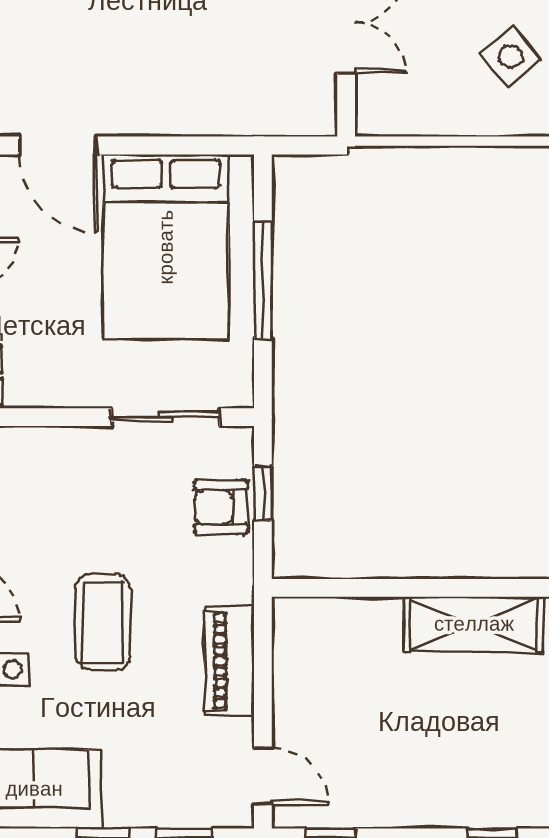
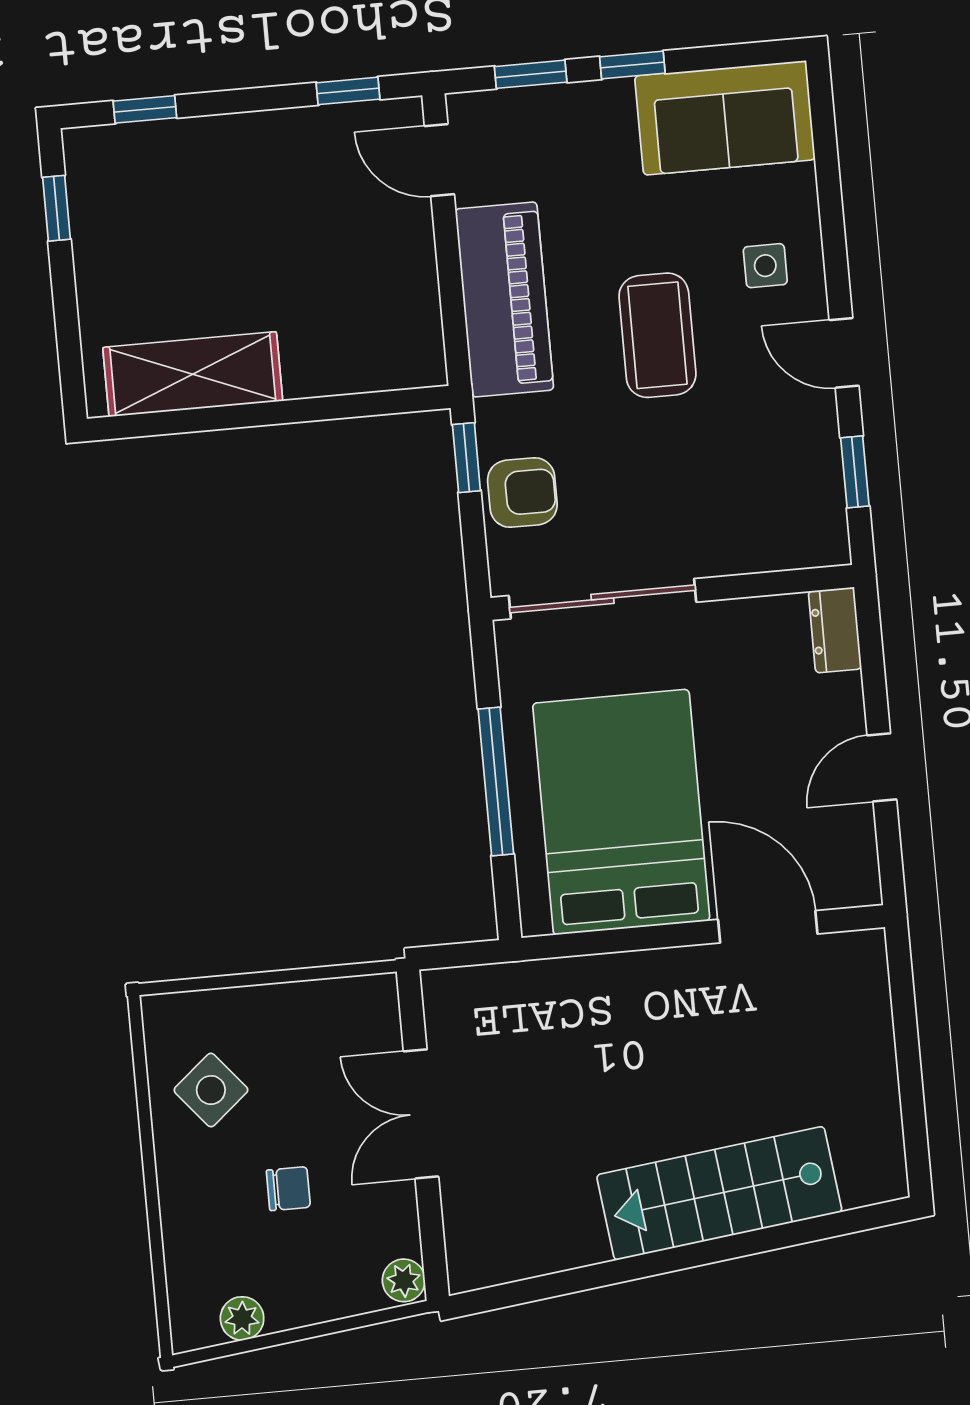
sliding door: (165, 417) -> (602, 599), width x1.37
window: (263, 493) -> (466, 458), moved
piano: (230, 661) -> (504, 299), width x1.37, depth x1.33

